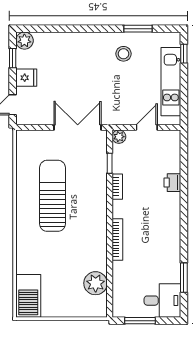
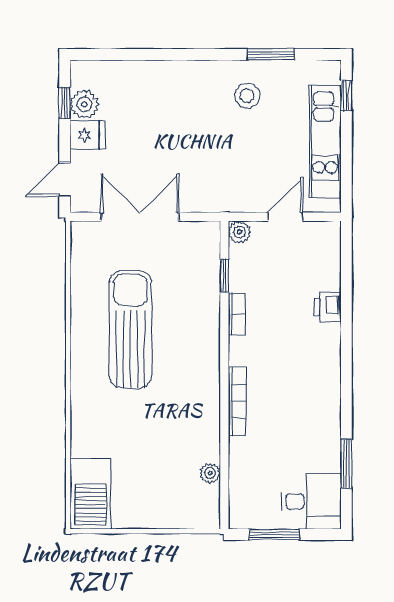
plant: (24, 41) -> (84, 104), moved
double door: (78, 127) -> (140, 217), moved
plant: (96, 283) -> (210, 473), width x0.53, depth x0.53

